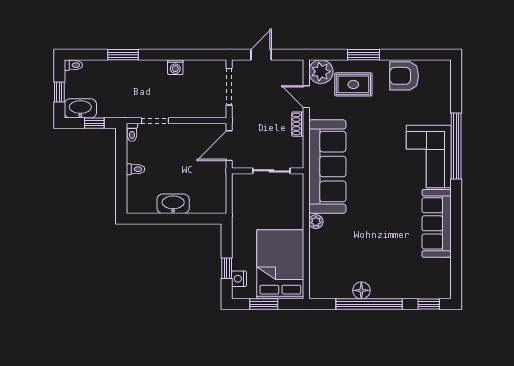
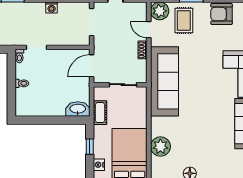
rug: (353, 84) -> (184, 20), turned 90
washbasin: (173, 204) -> (78, 109), moved
cot: (241, 208) -> (100, 113), added
plant: (316, 222) -> (160, 147), moved, width x1.88, depth x1.88
window: (227, 268) -> (90, 147), moved

